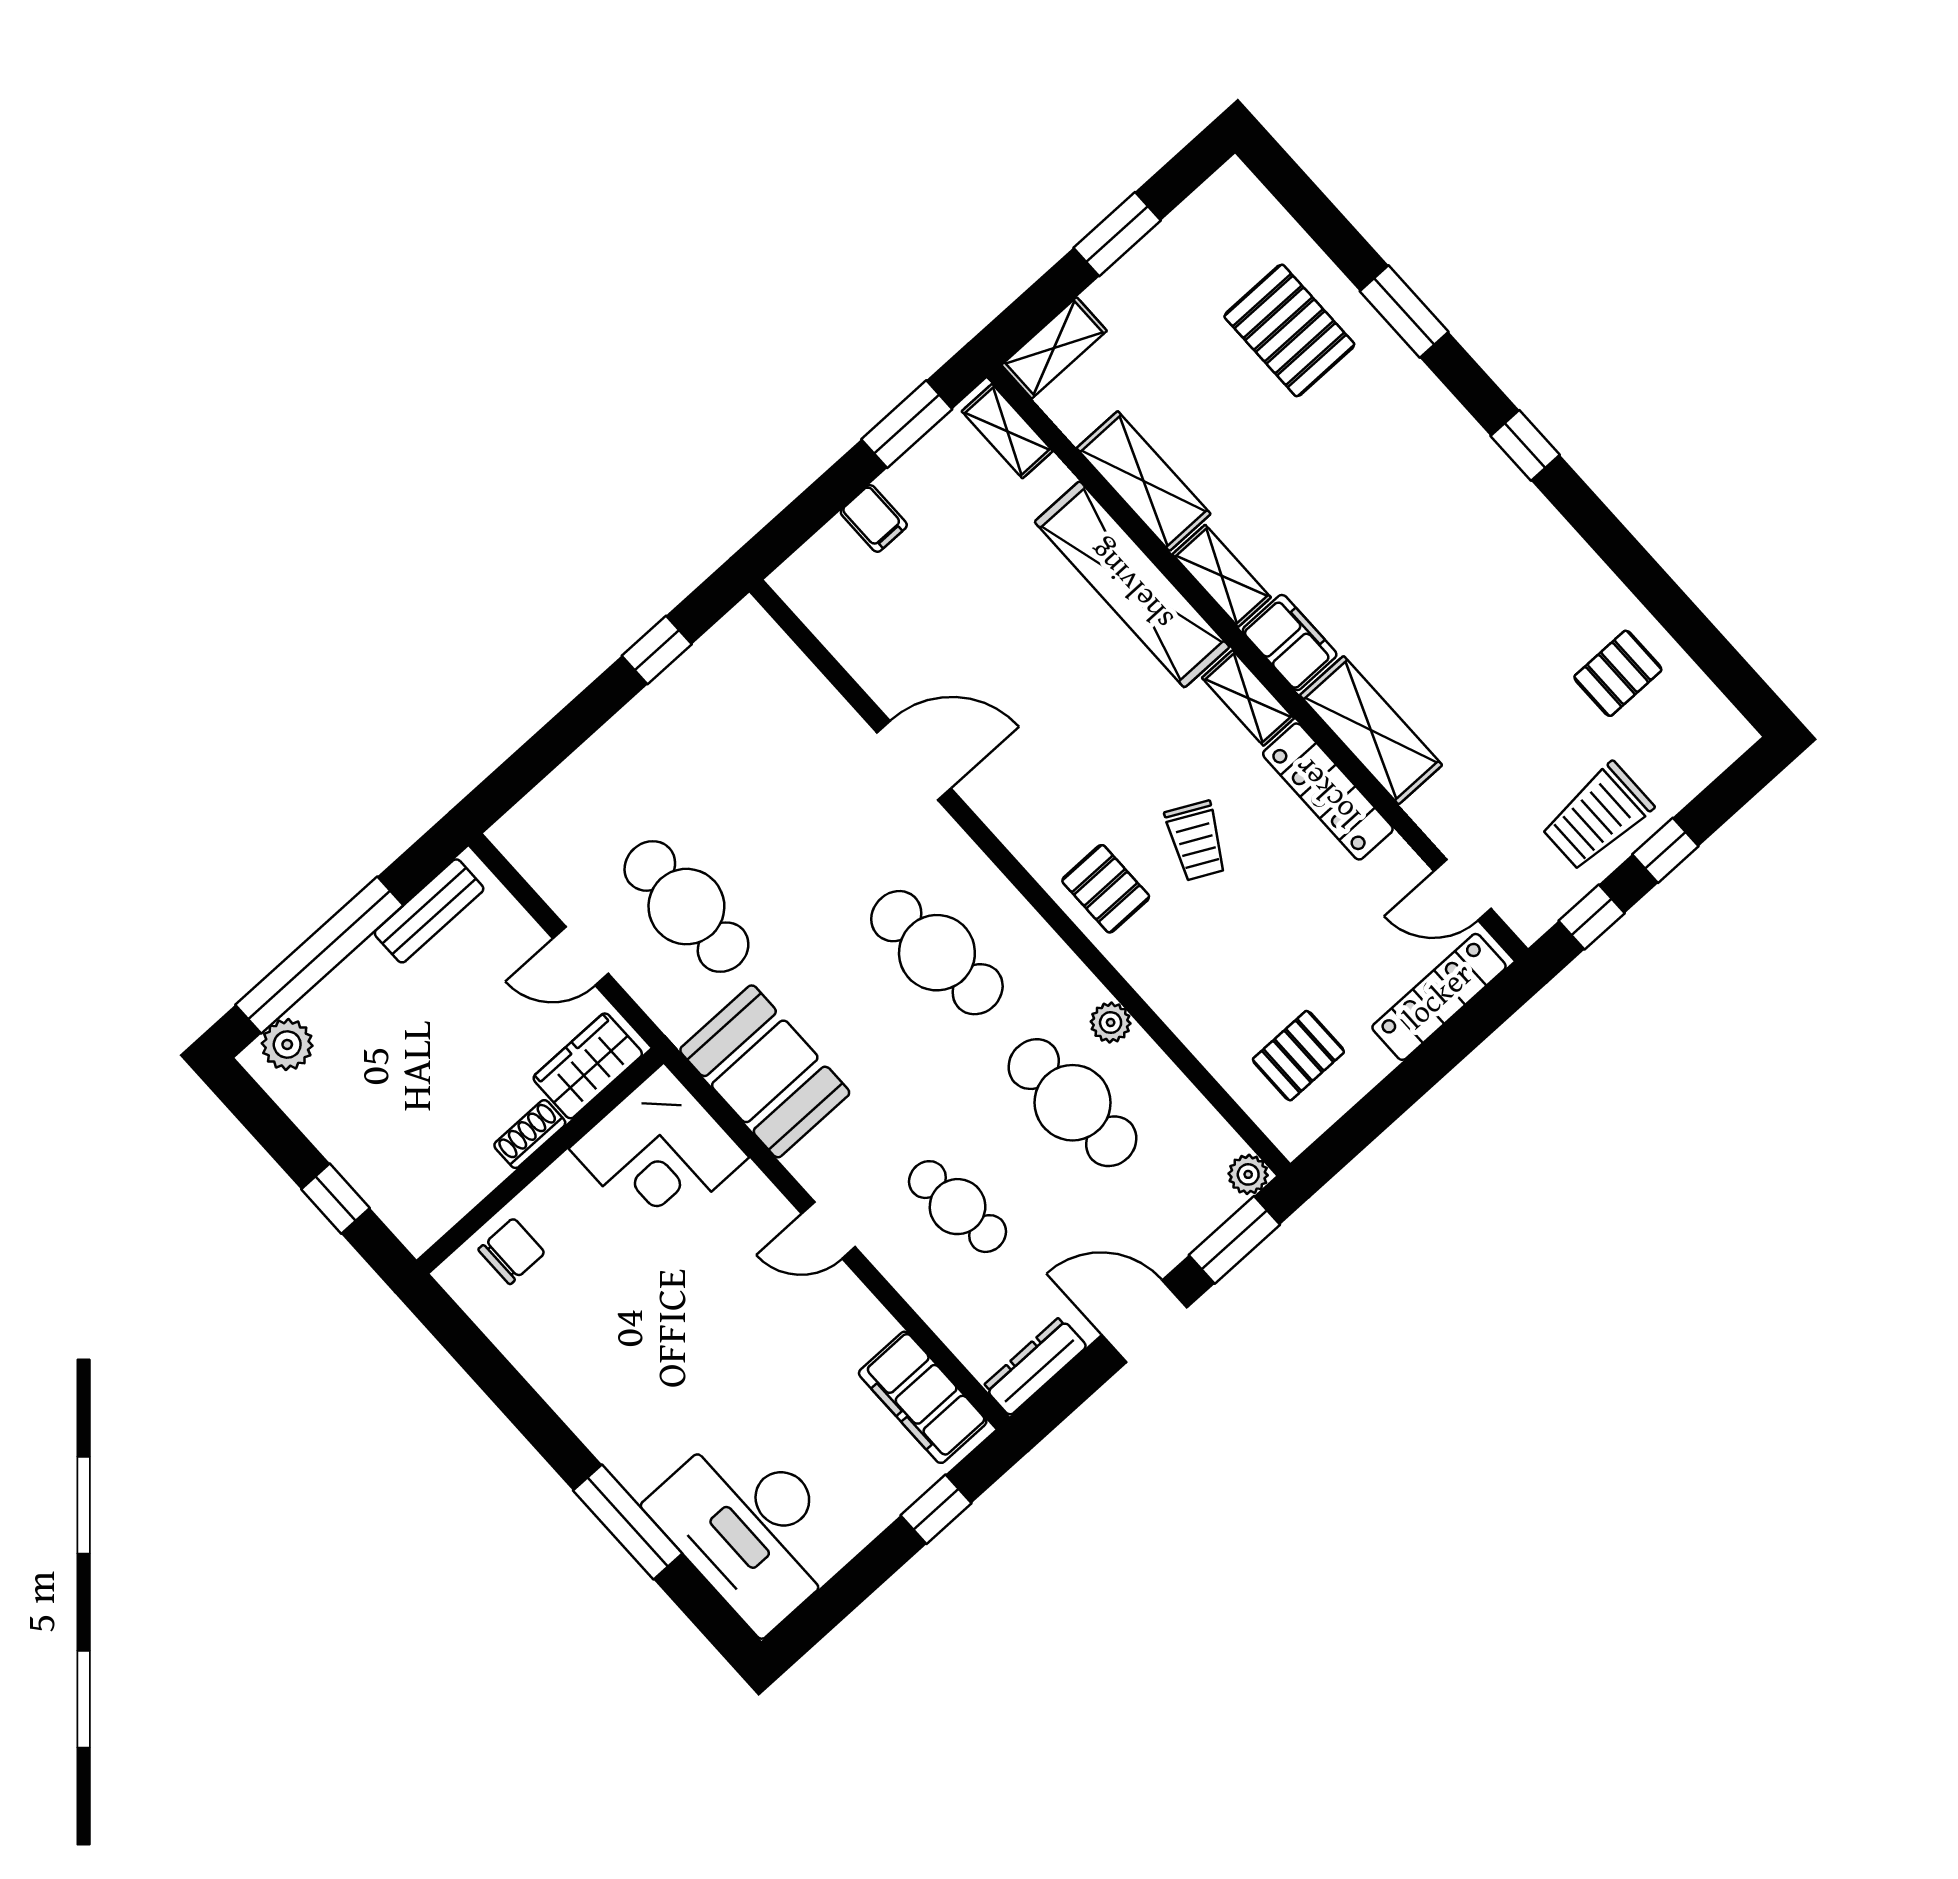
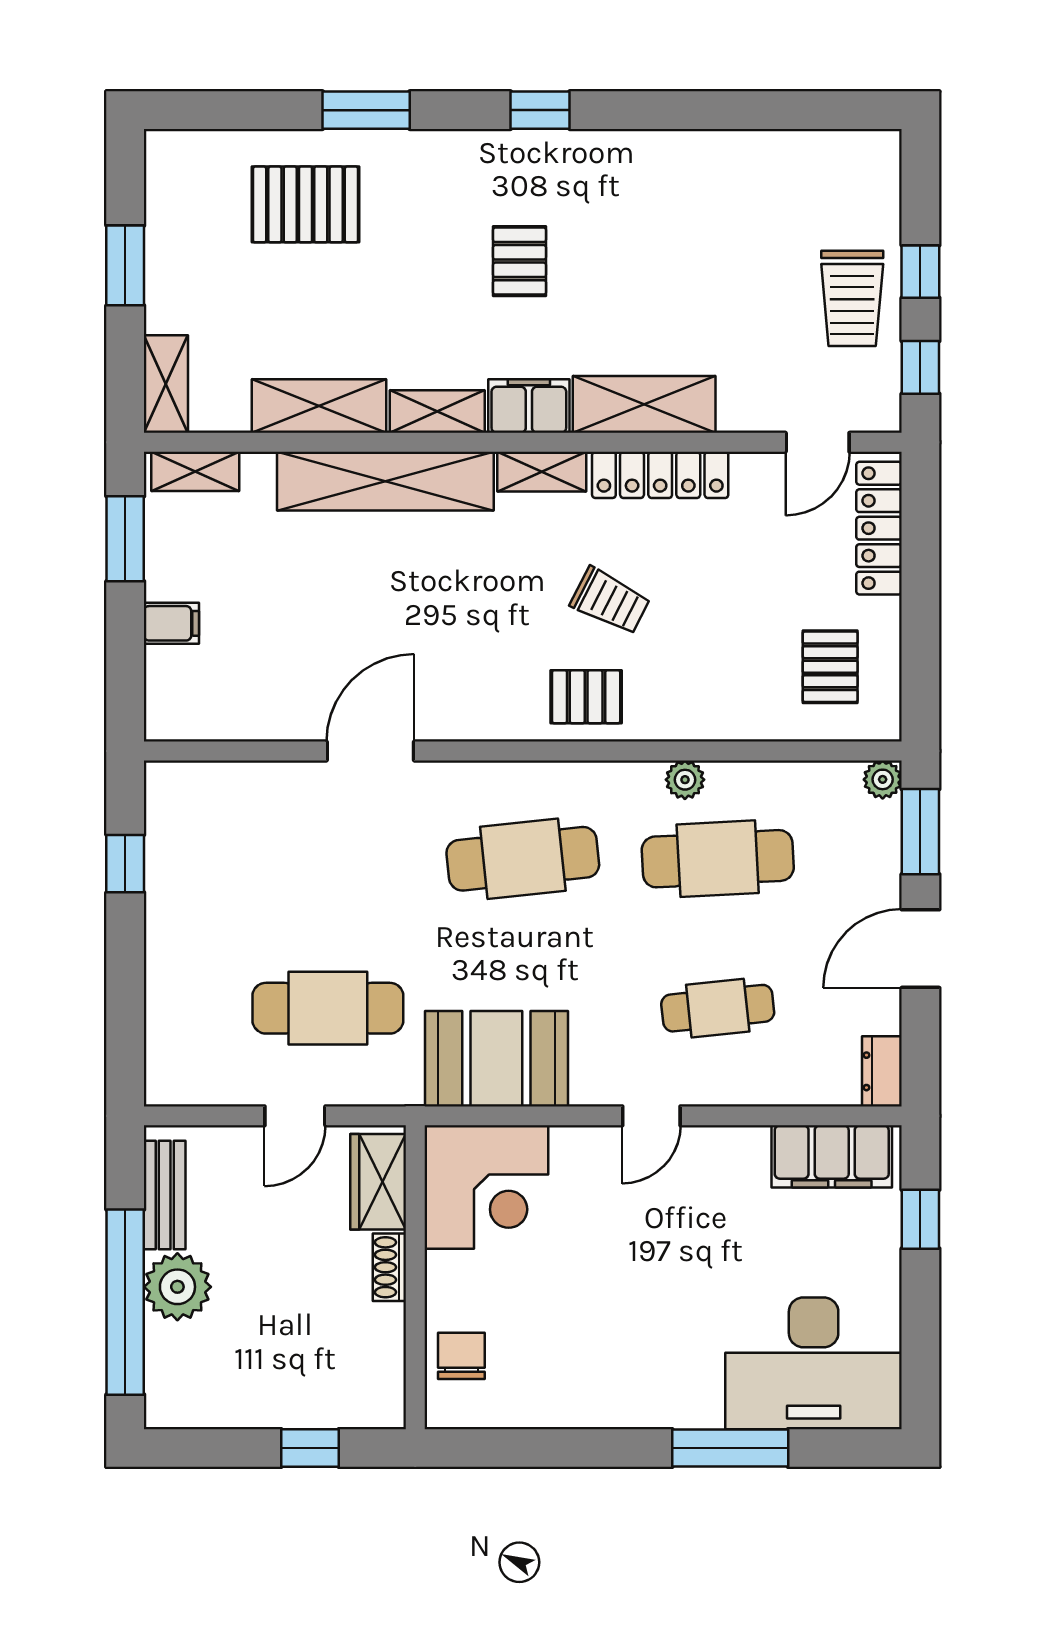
pallet: (1618, 673) -> (519, 261), moved
plant: (287, 1044) -> (177, 1287), moved, width x1.36, depth x1.36
dresser: (1035, 1366) -> (882, 1071), width x0.70

